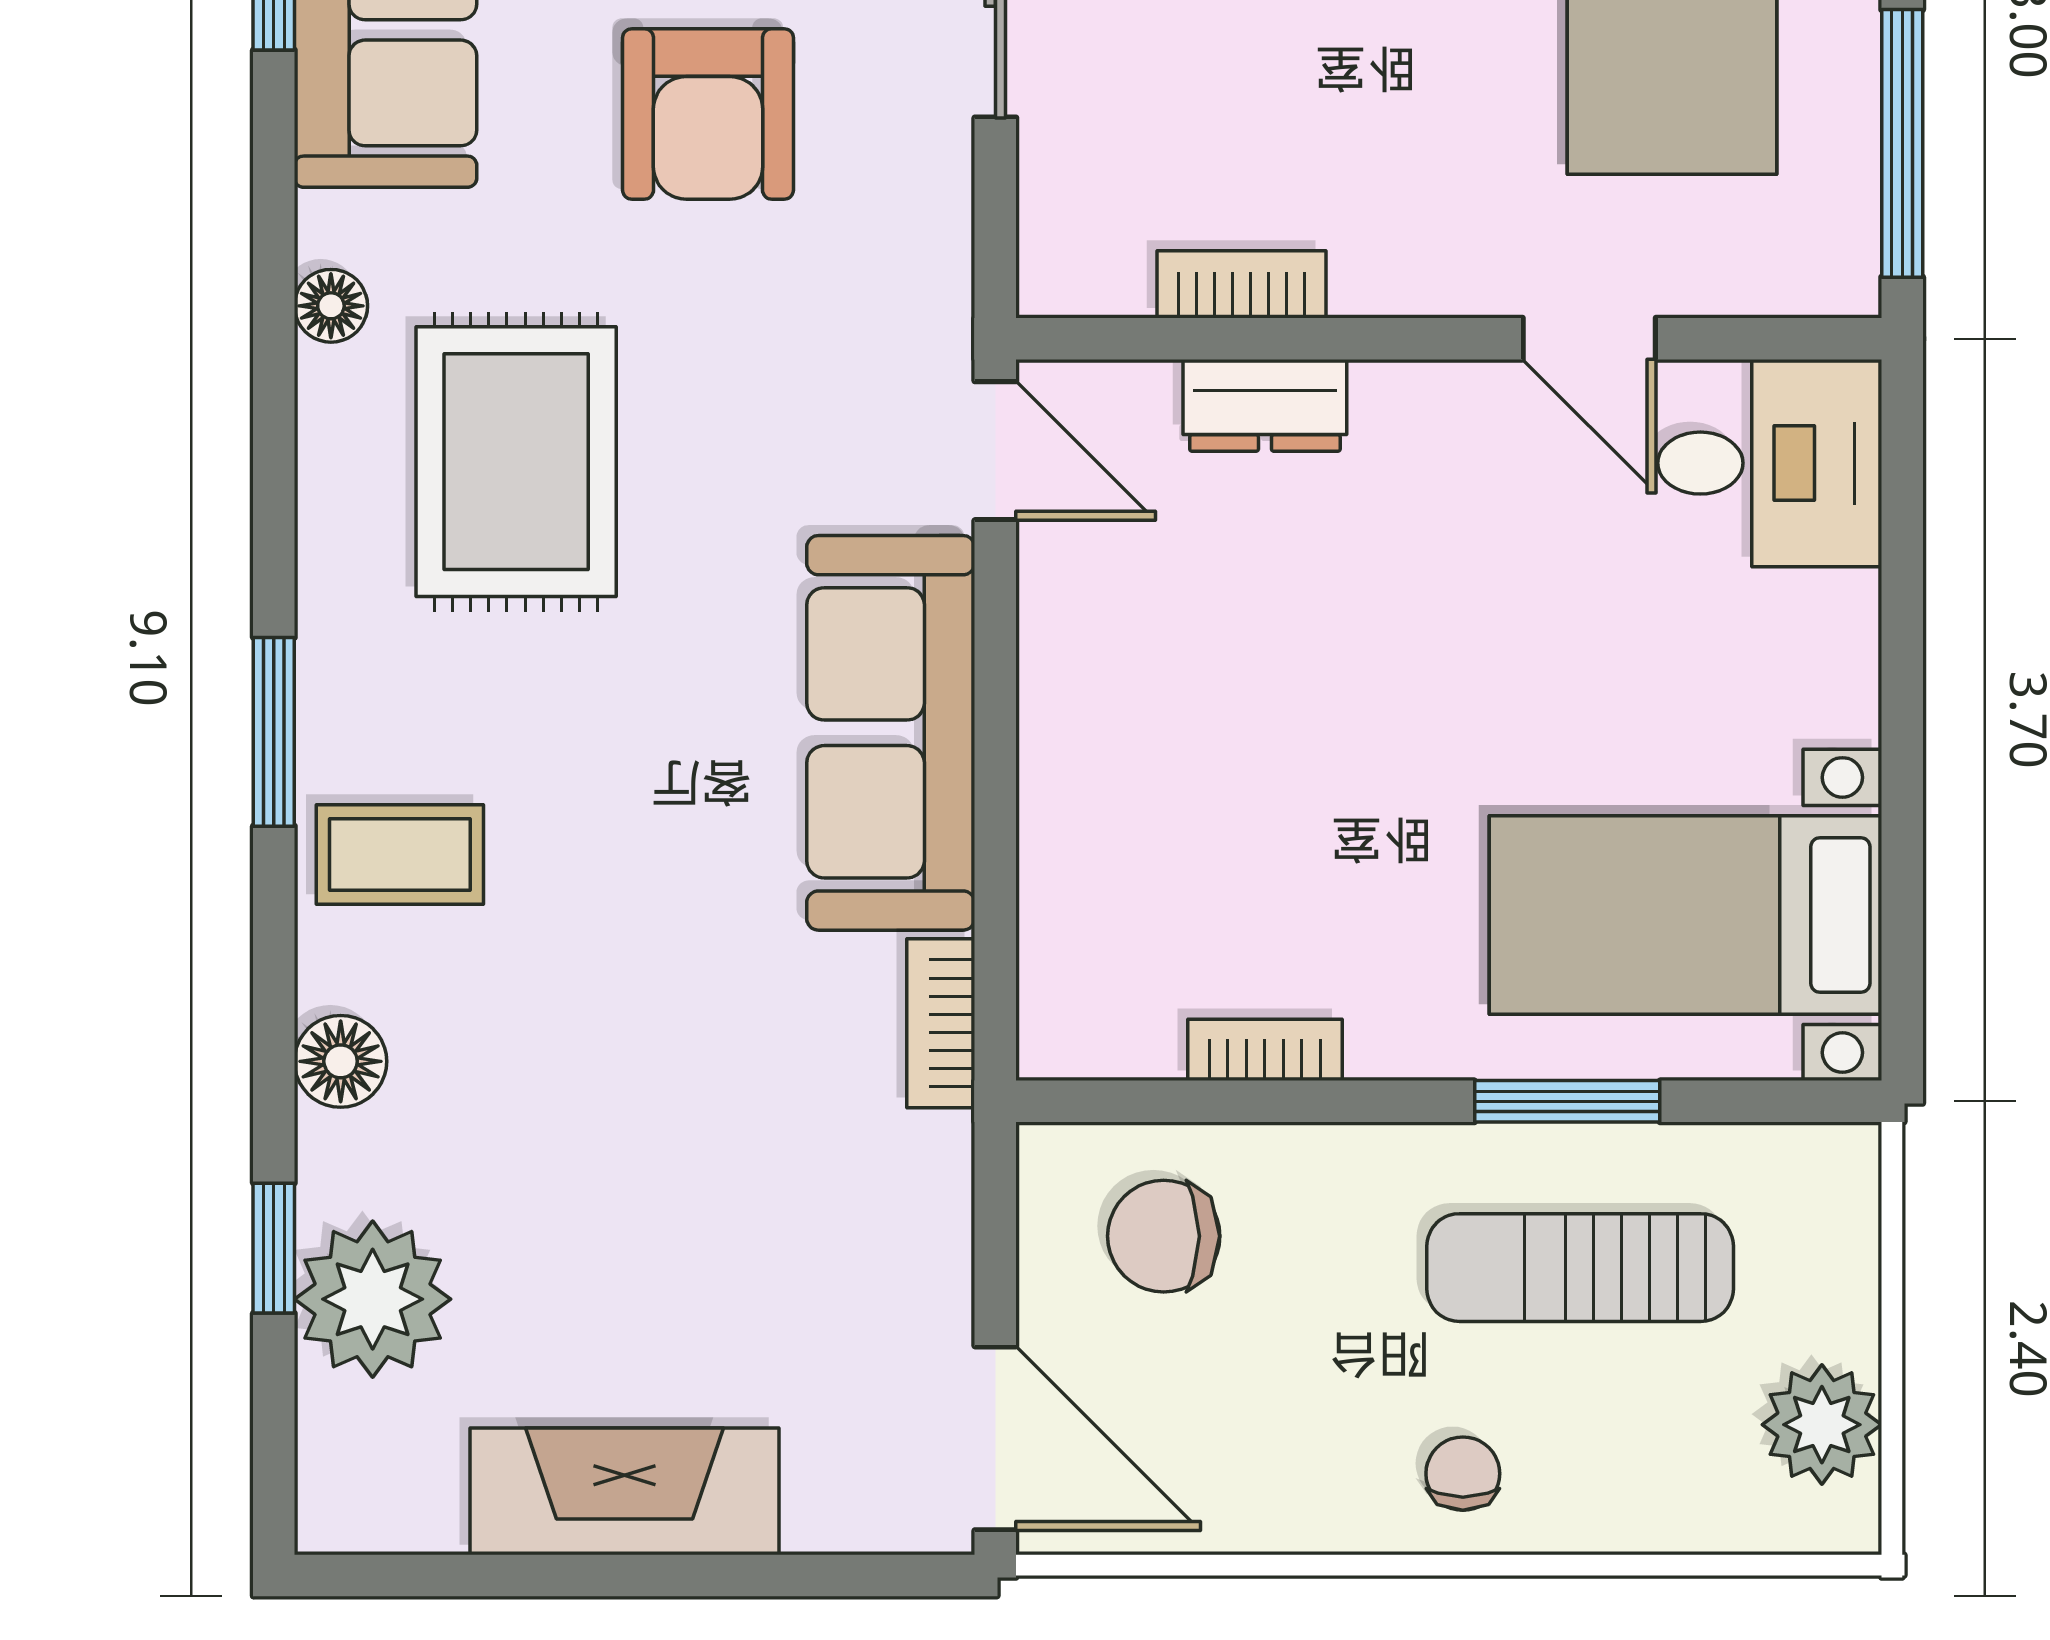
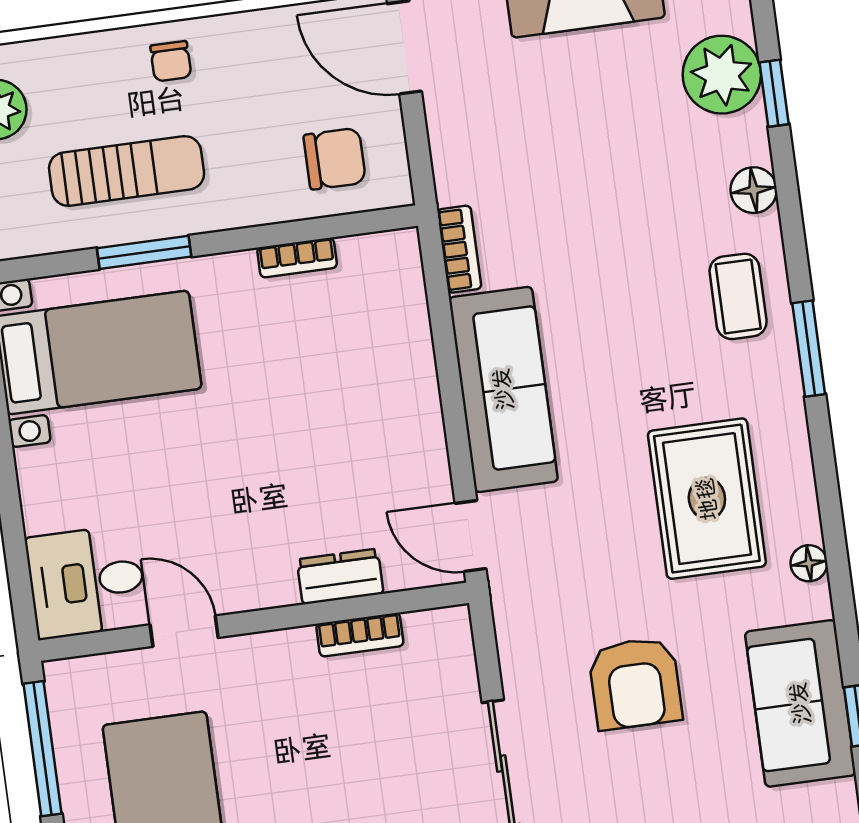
armchair: (708, 114) -> (635, 683), turned 180
coffee table: (400, 854) -> (738, 296), turned 90

